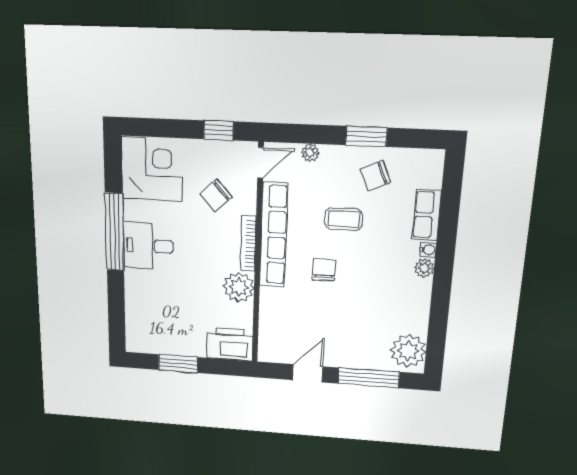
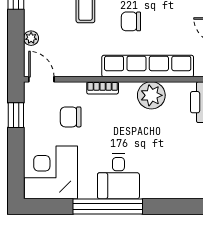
chair: (216, 195) -> (71, 117), turned 132
row of seats: (274, 235) -> (148, 66), moved
bookcase: (248, 244) -> (103, 88), width x0.64

